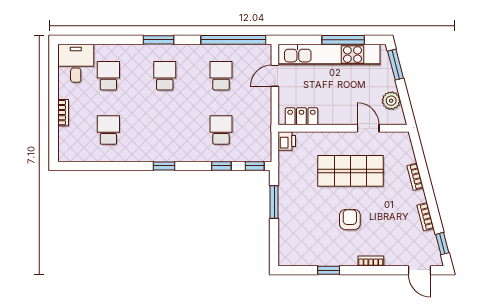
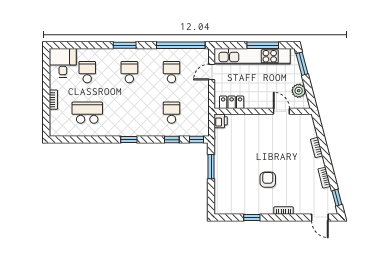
school desk: (108, 130) -> (87, 113), width x1.85
shop shelf: (351, 171) -> (268, 143), removed

